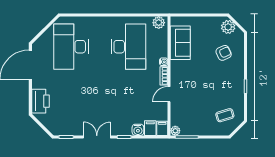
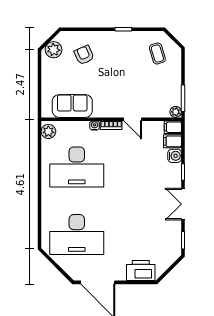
desk: (128, 47) -> (77, 167), turned 180

